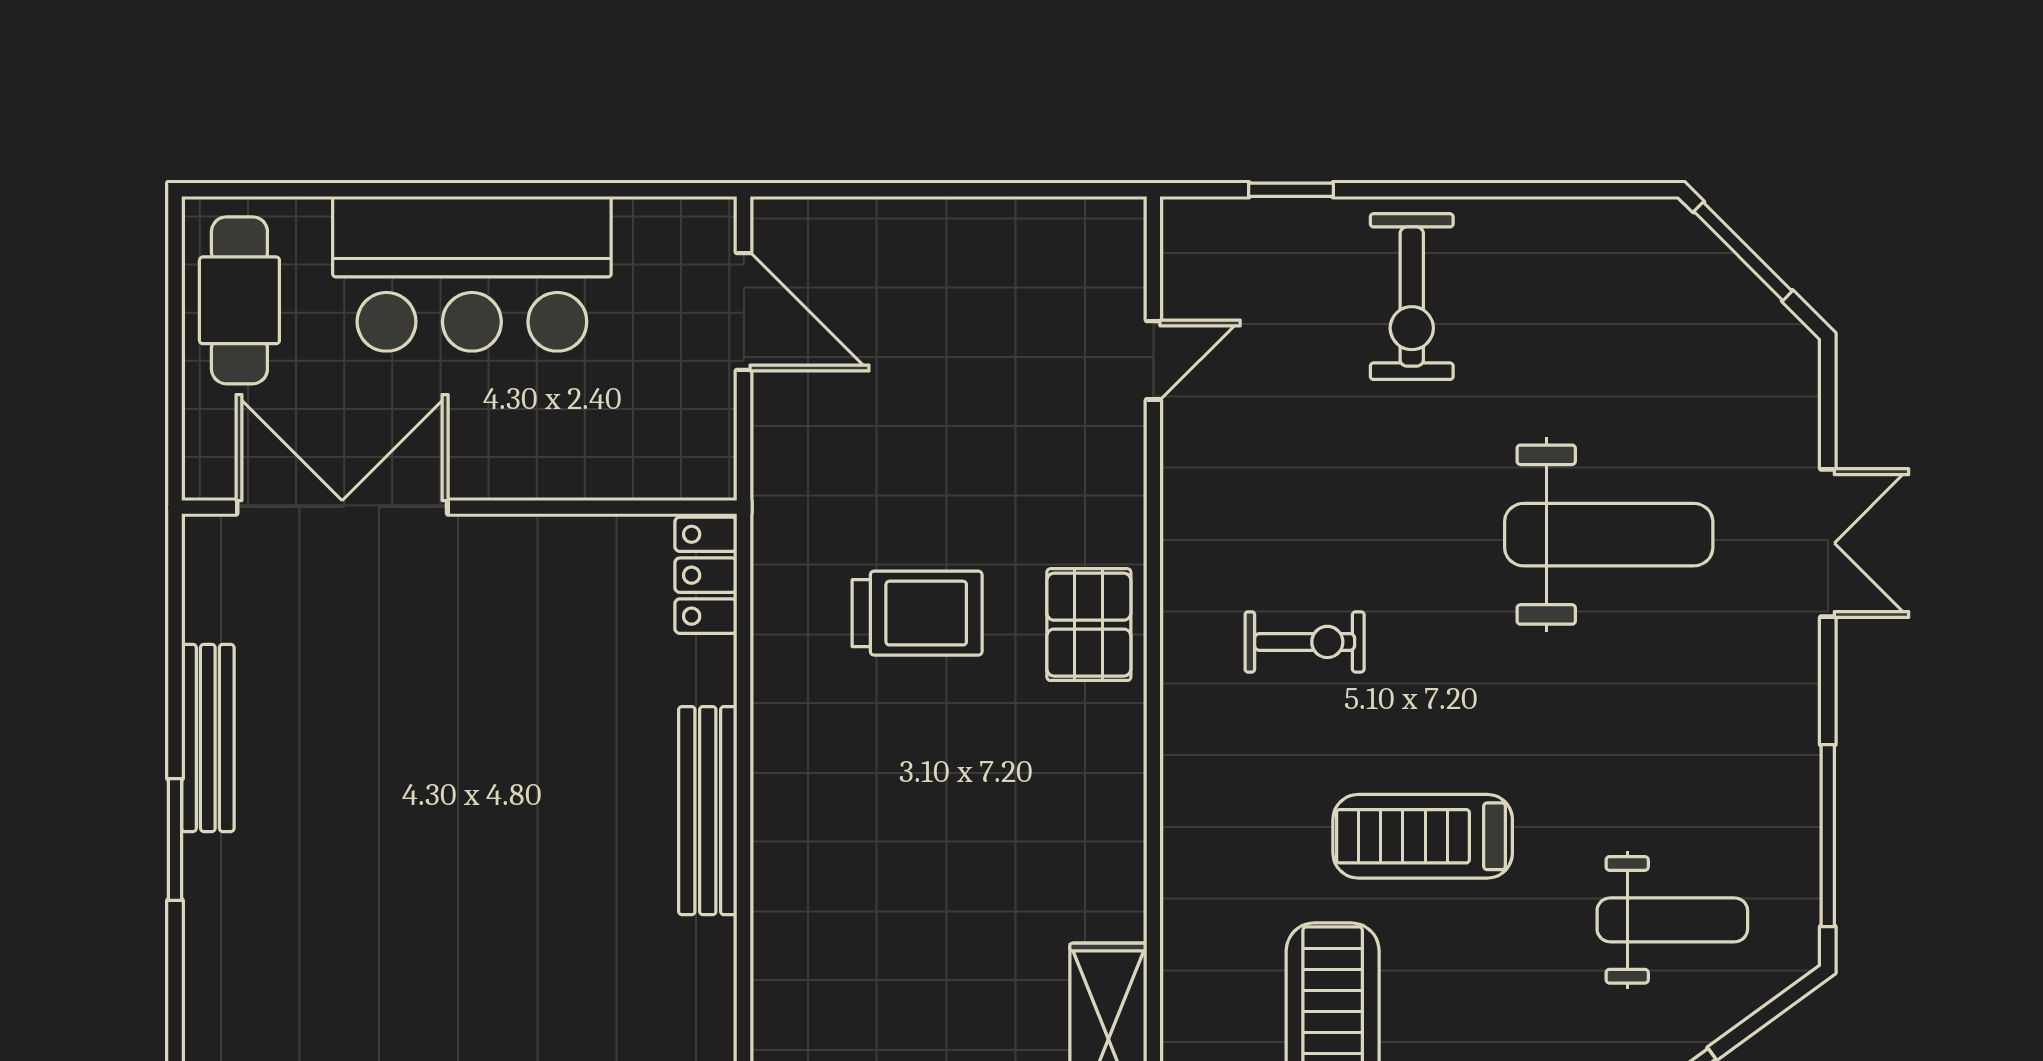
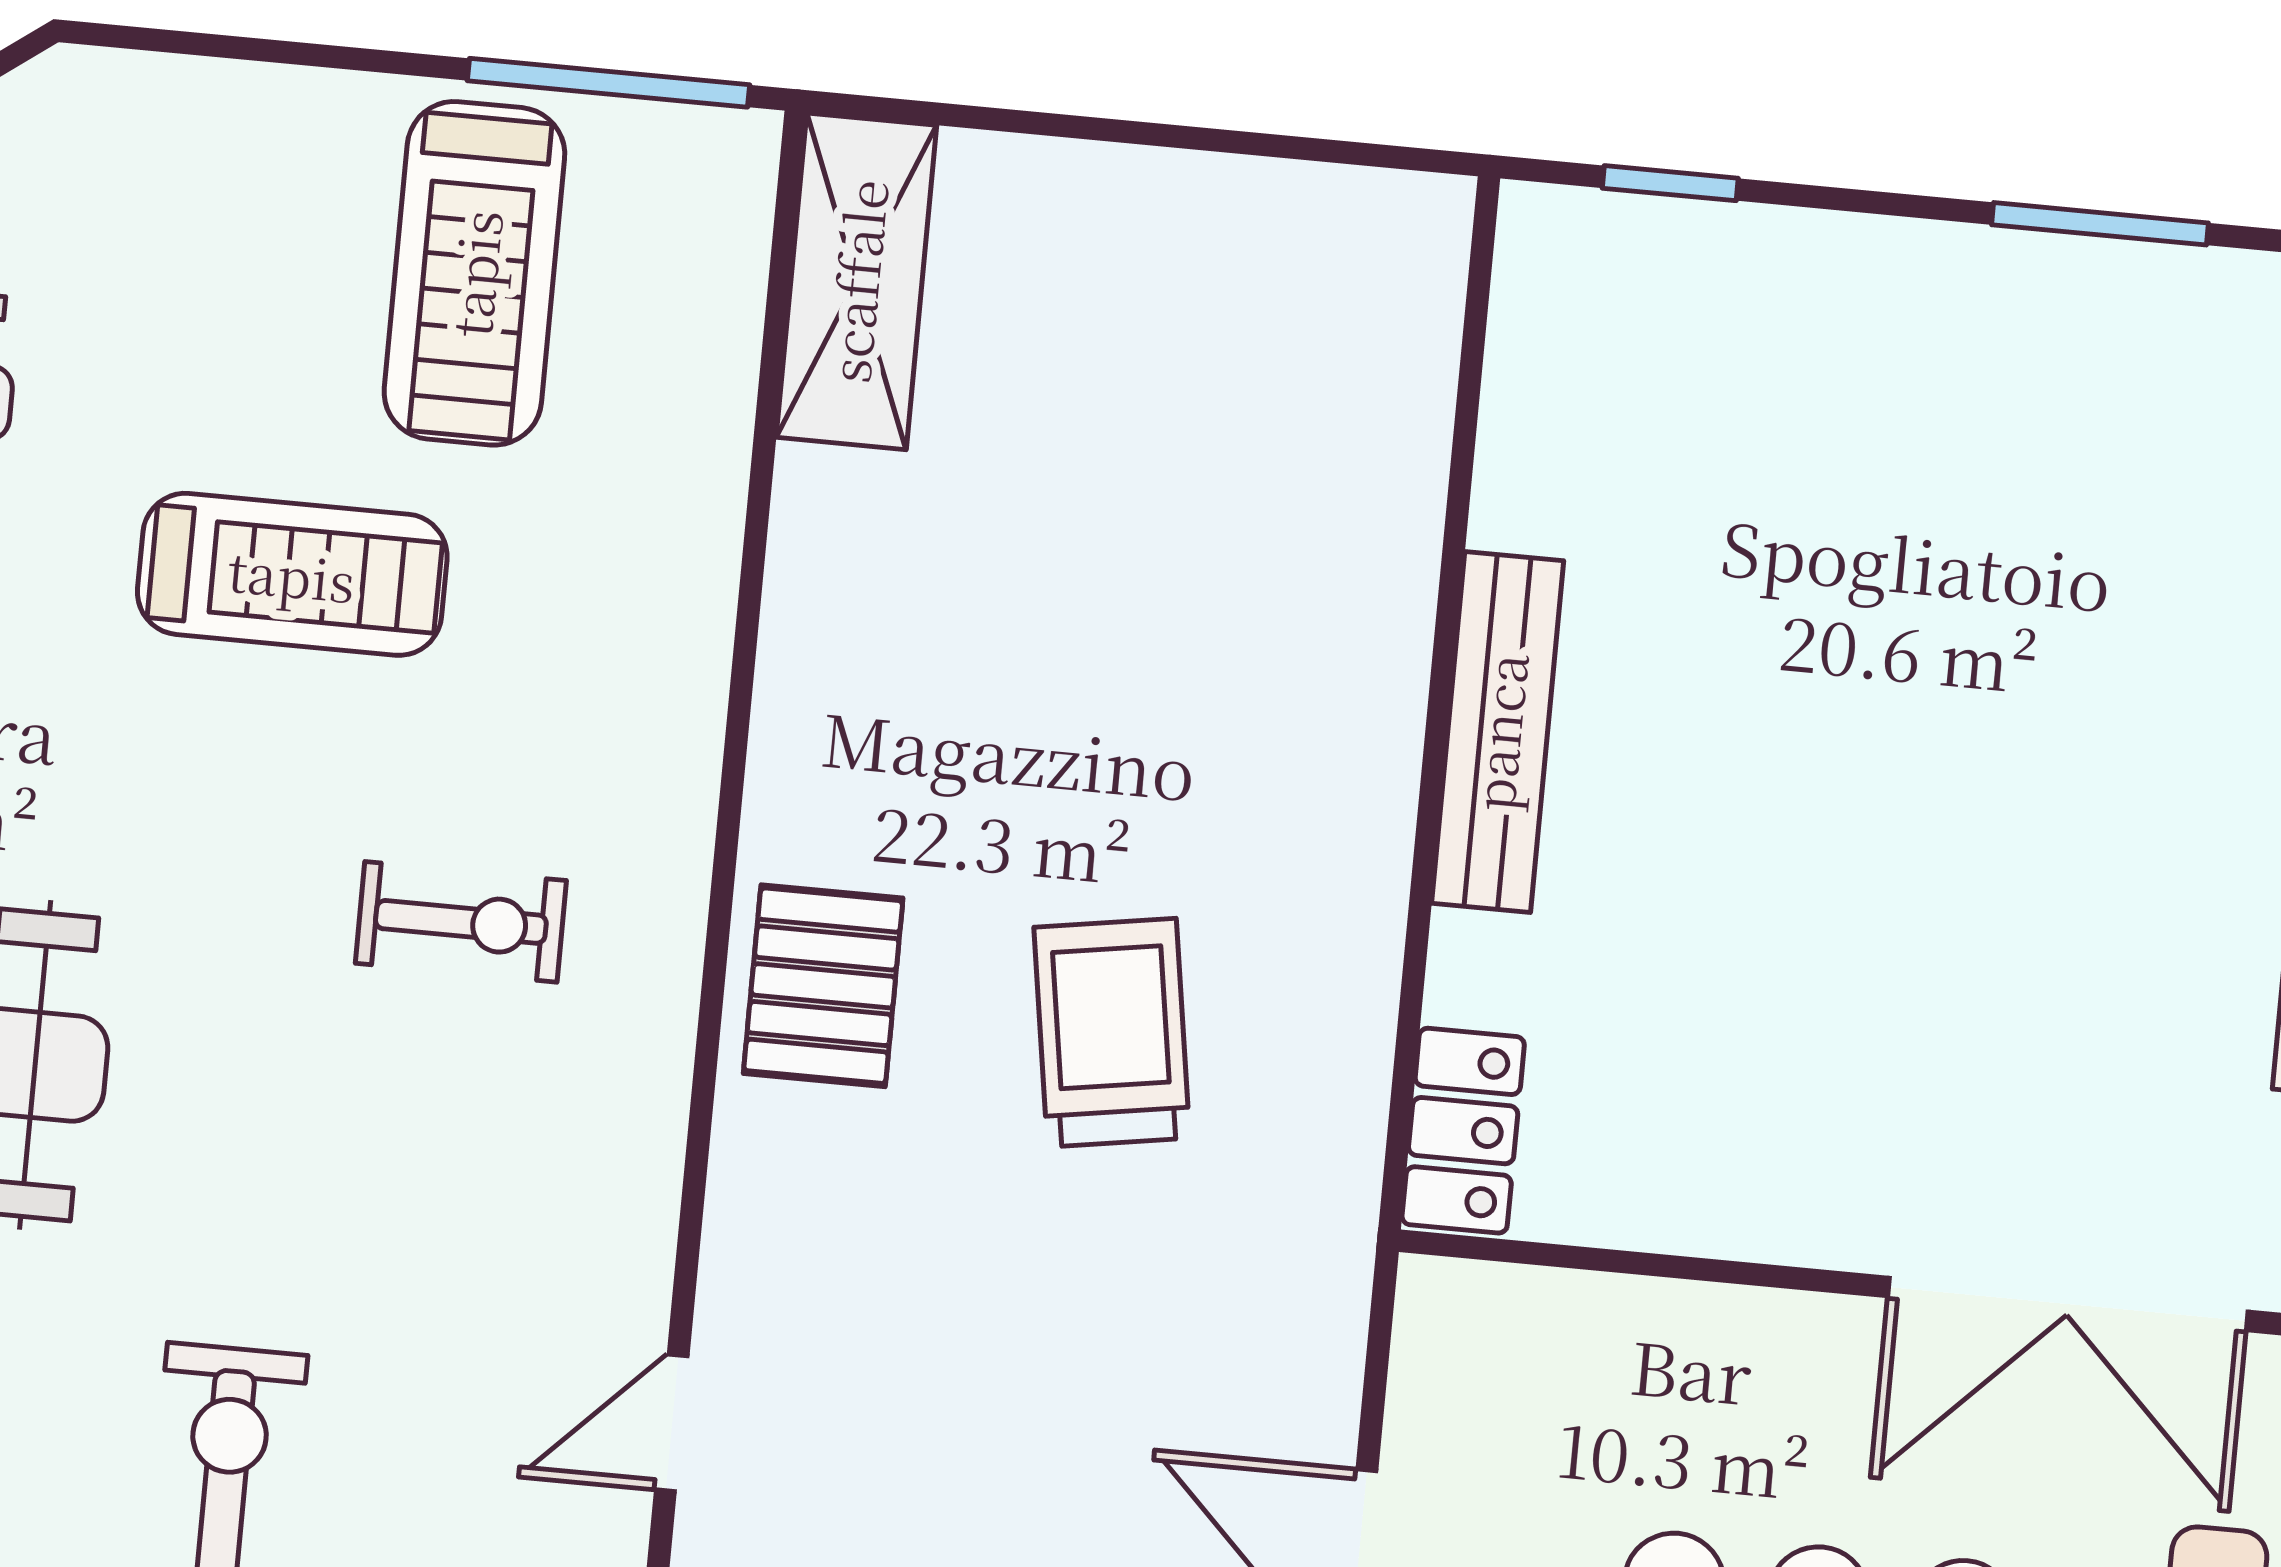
trolley: (917, 613) -> (1112, 1033), turned 81
exercise bike: (1305, 642) -> (461, 922), turned 180

